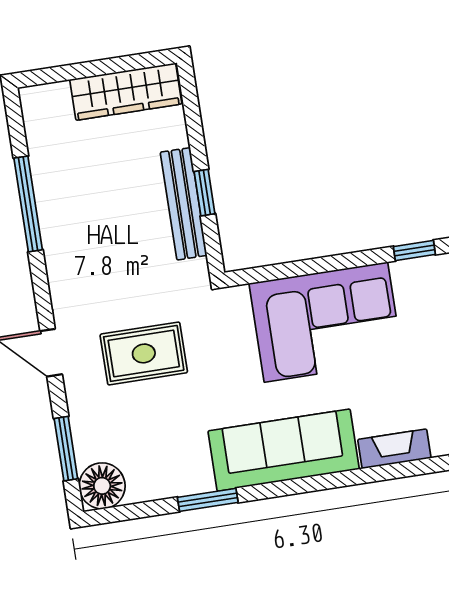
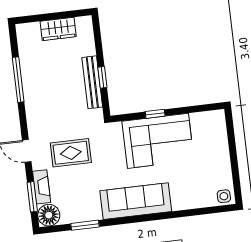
wardrobe: (126, 92) -> (58, 29), width x0.67
window: (414, 251) -> (155, 114), moved
fireplace: (394, 449) -> (42, 187), moved, turned 90
window: (208, 500) -> (85, 225), moved

